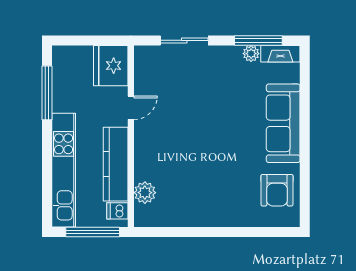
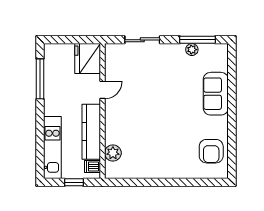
fireplace: (280, 54) -> (214, 50), removed
sofa: (283, 123) -> (216, 94), width x0.73
kitchen unit: (64, 170) -> (52, 148), width x0.73
window: (93, 232) -> (74, 182), width x0.46

